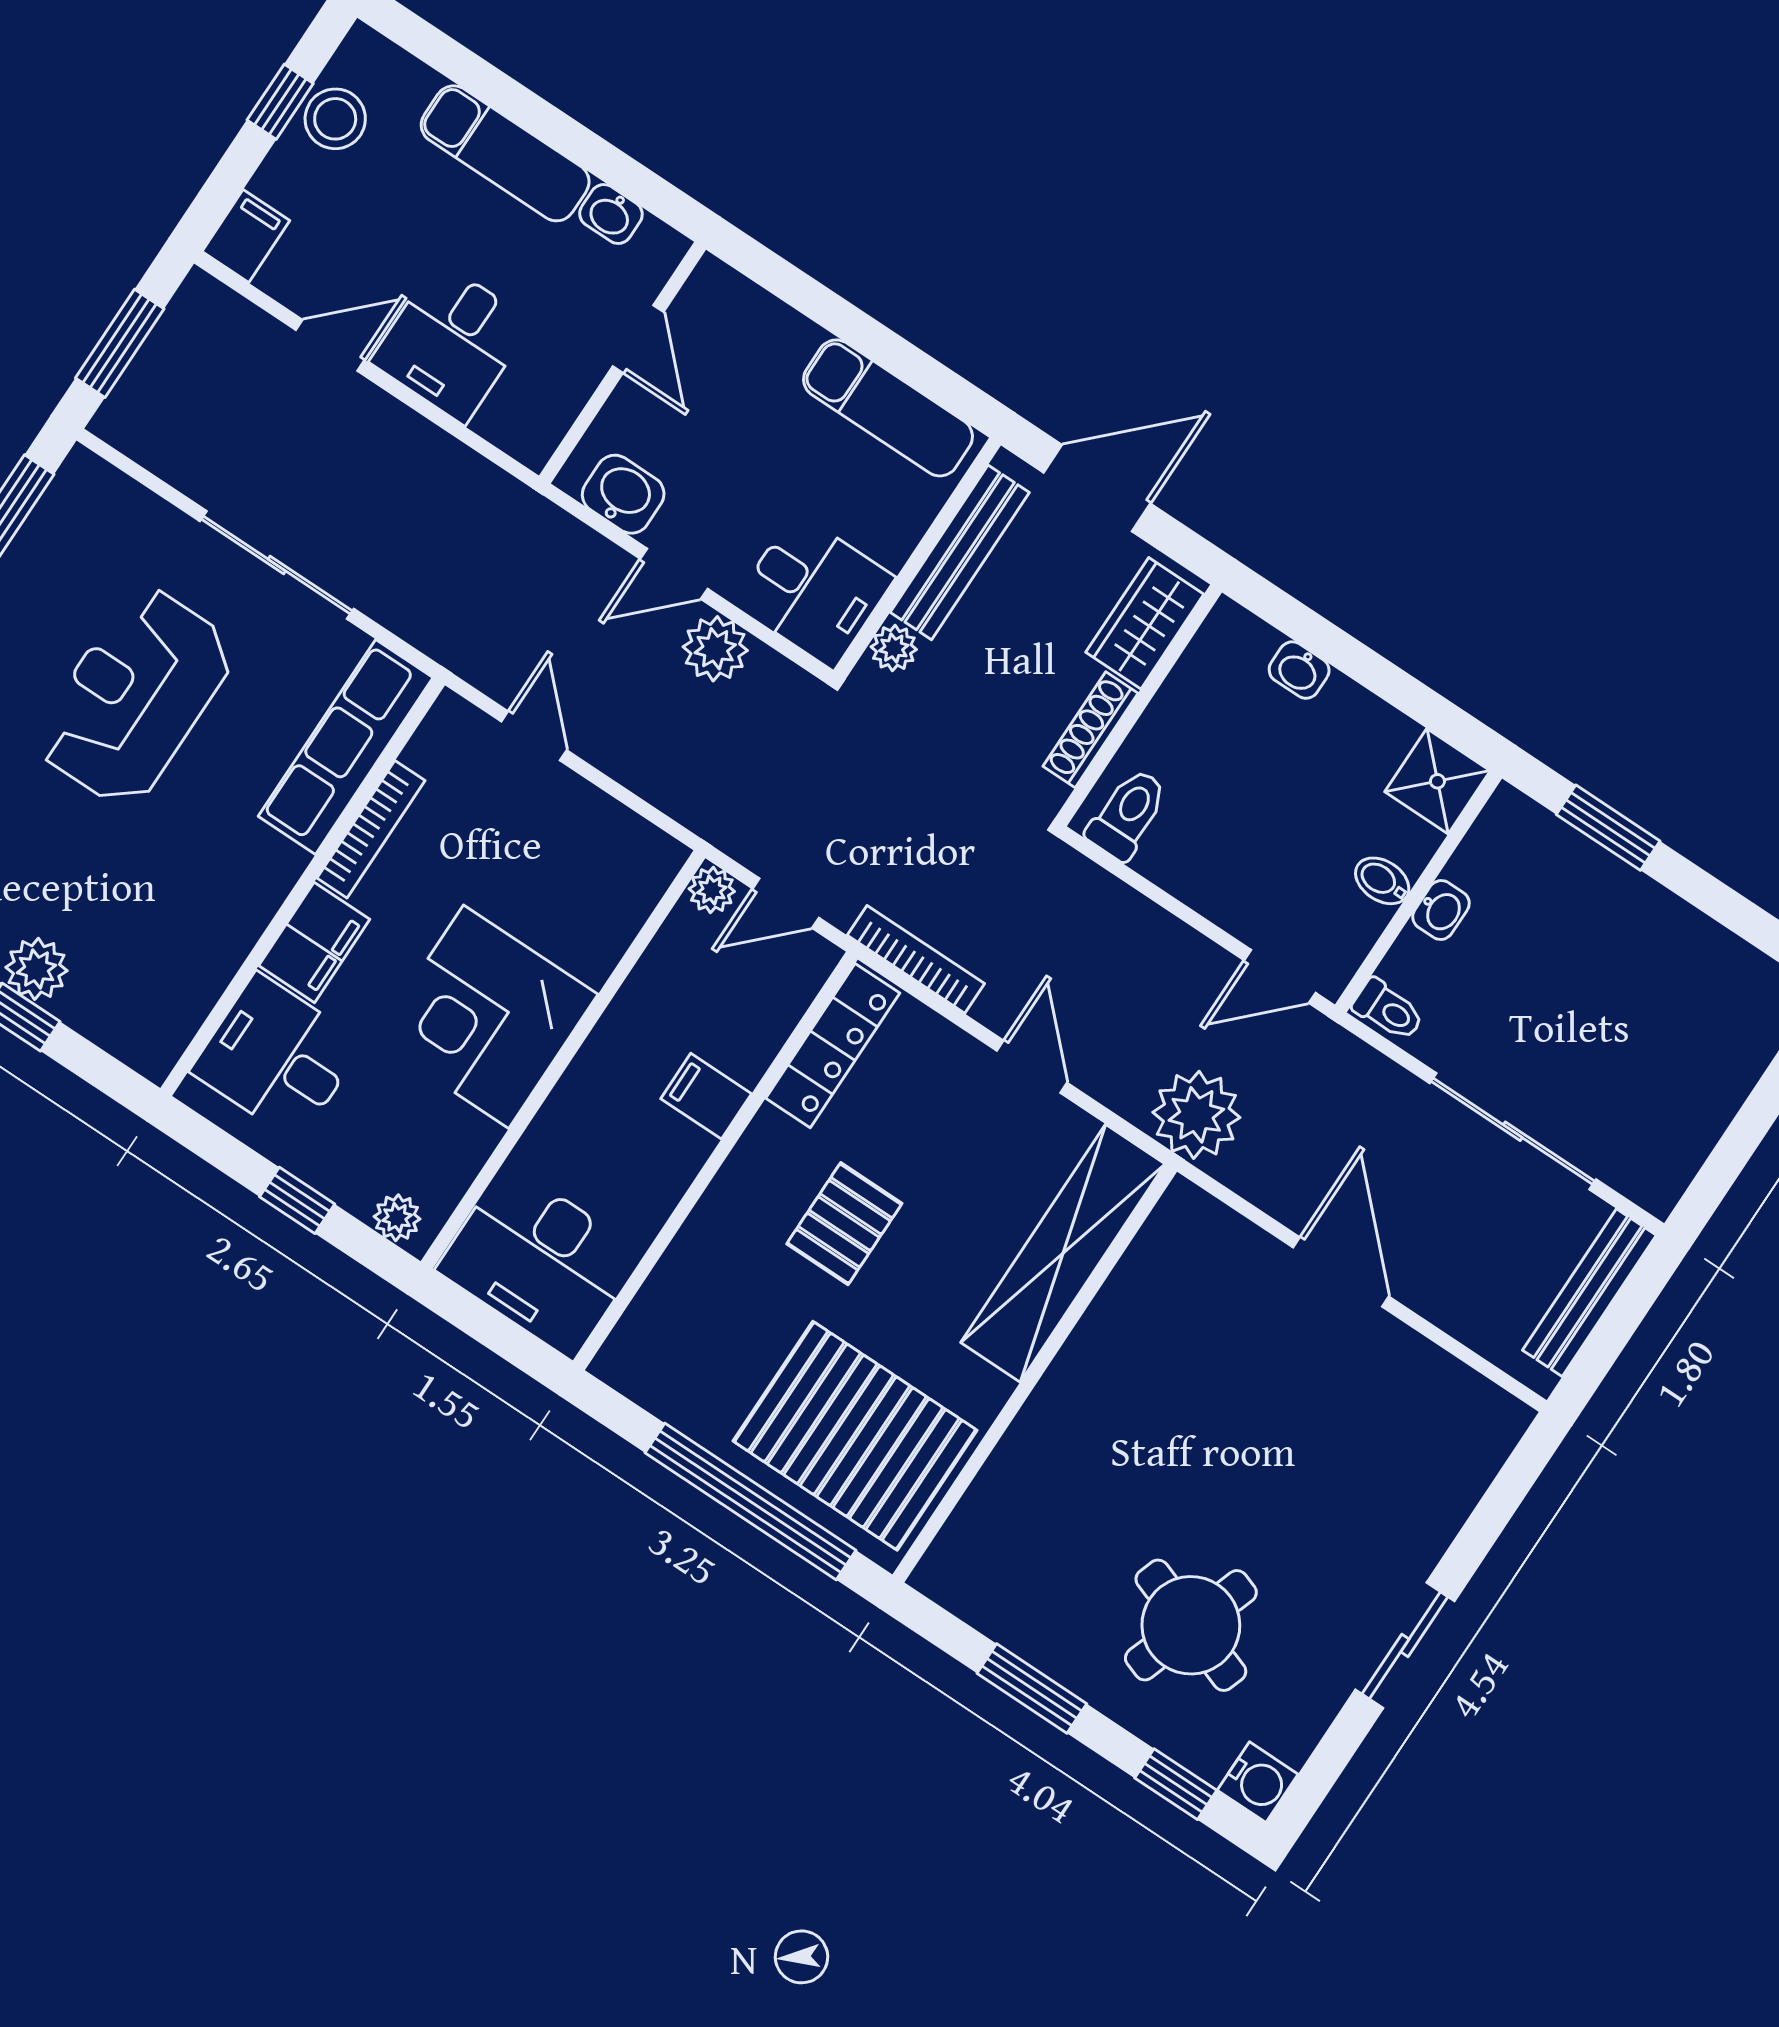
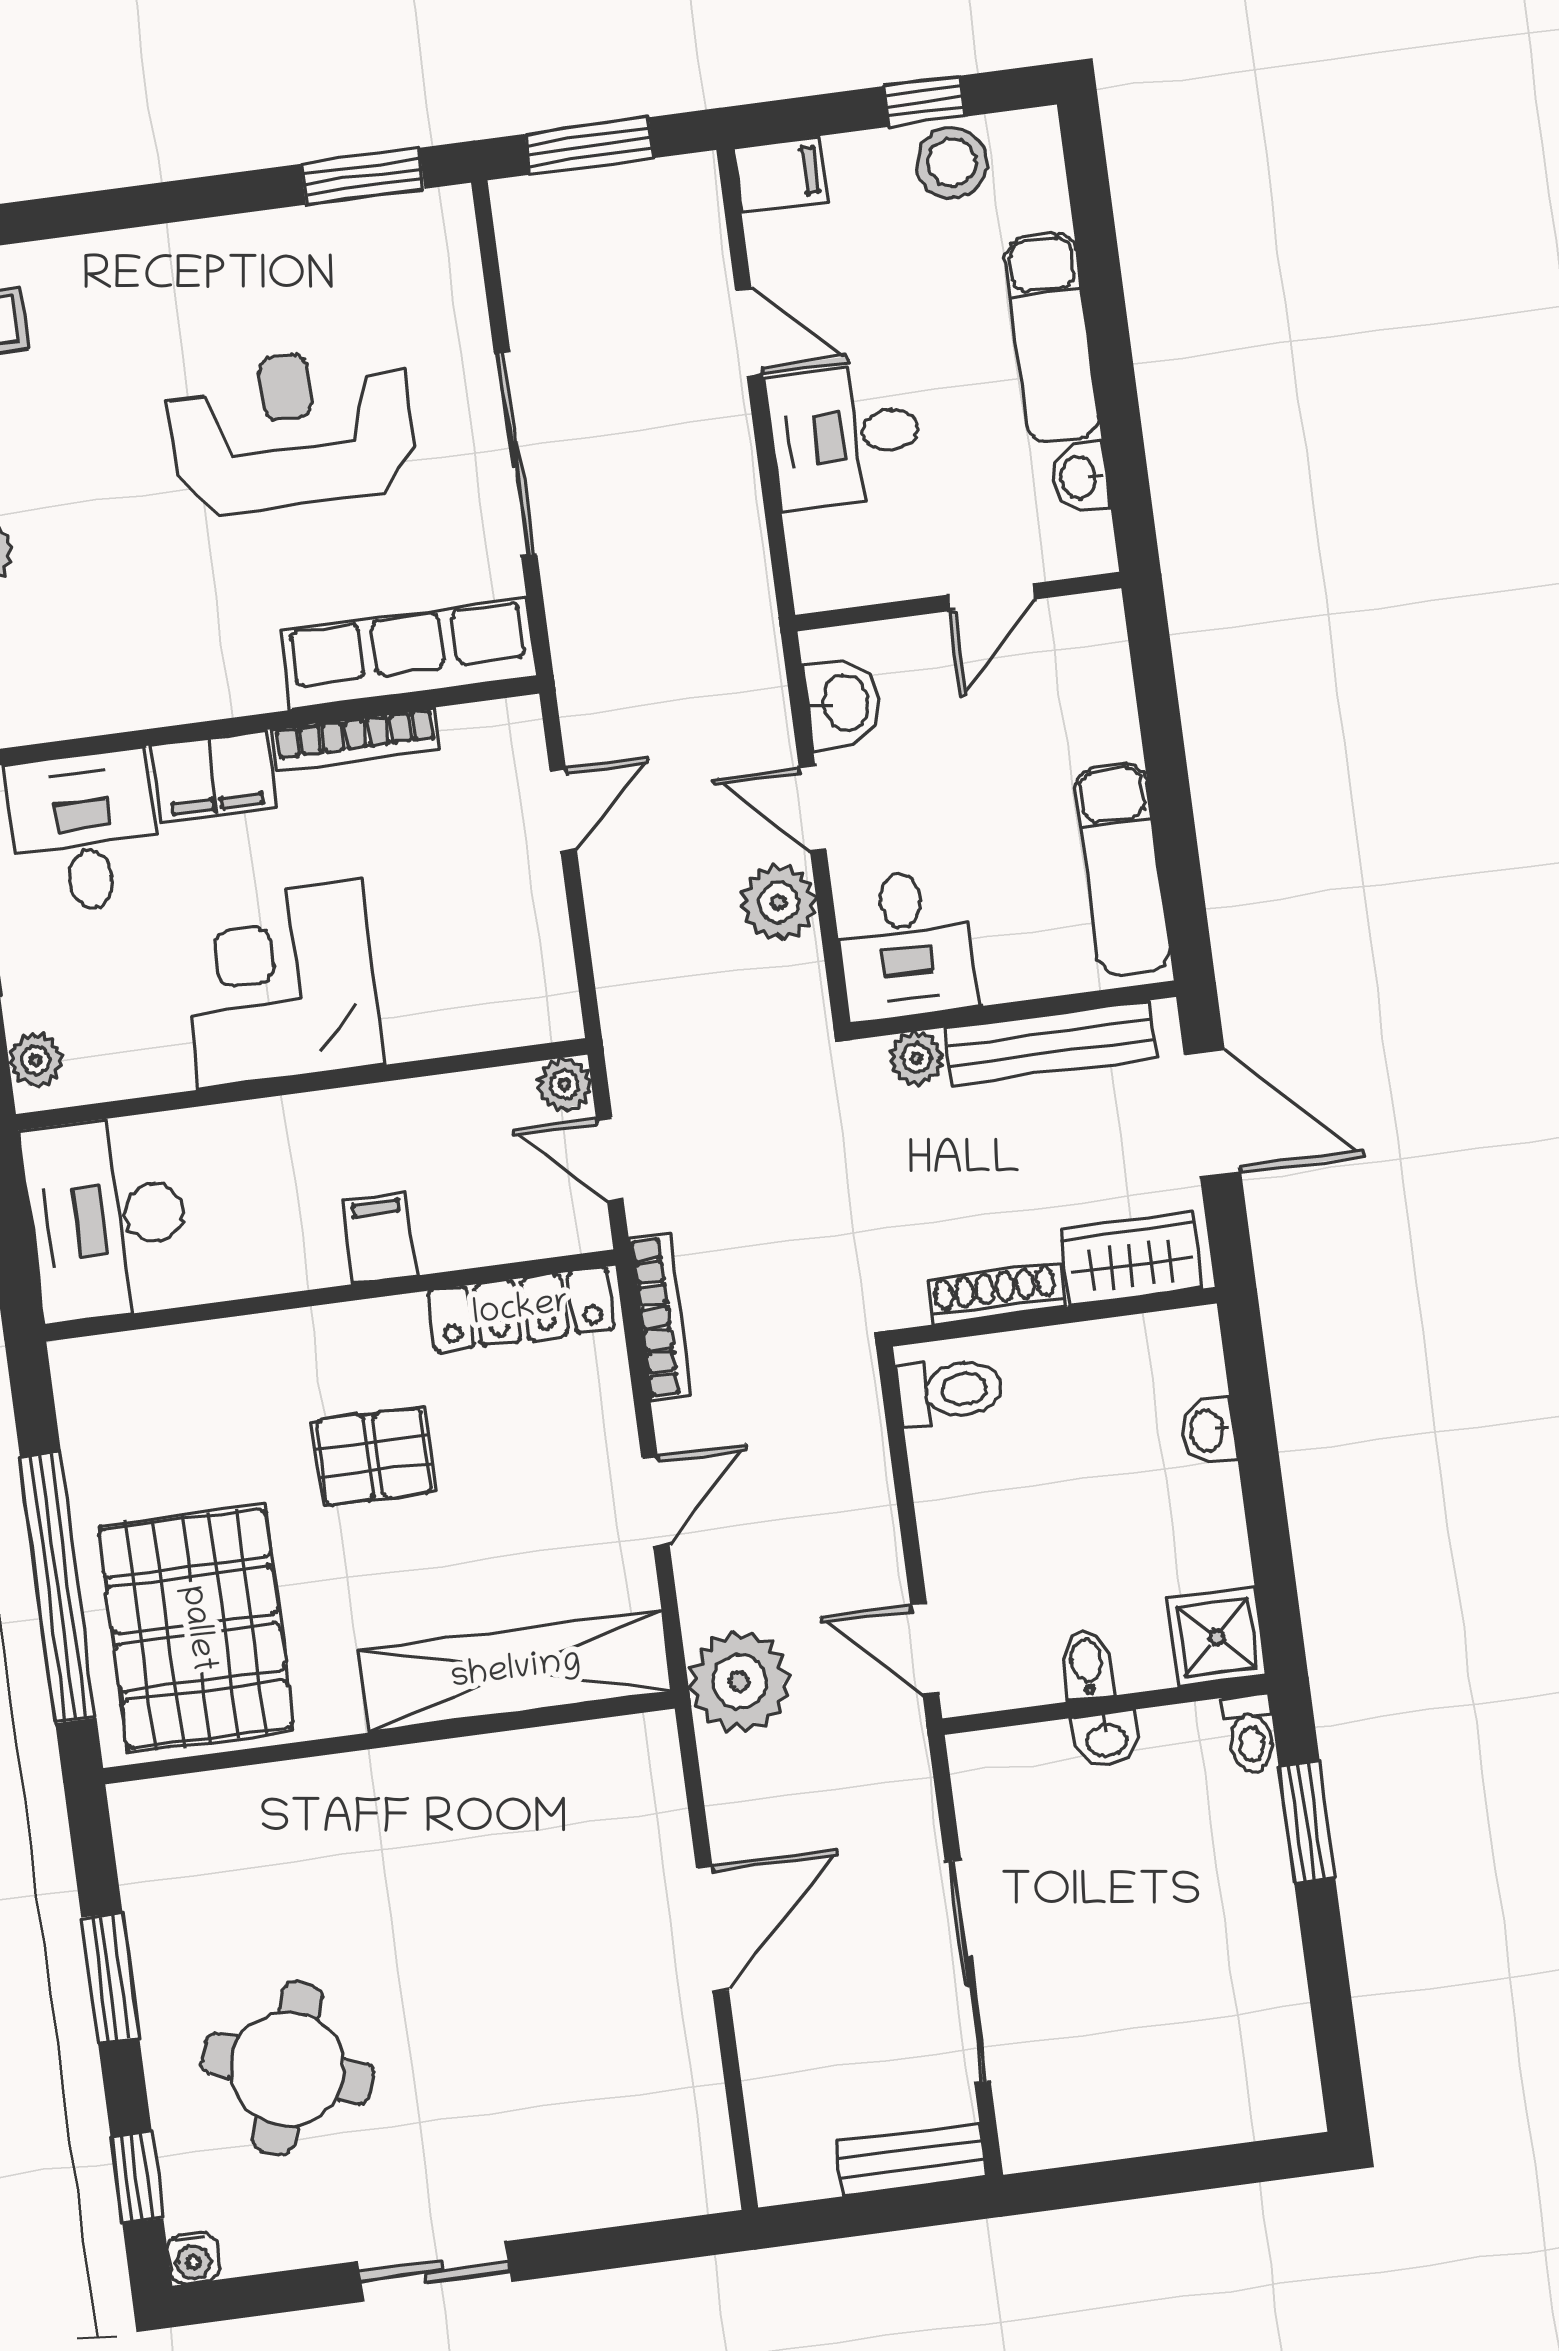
toilet: (1388, 1010) -> (1250, 1733), moved
bench: (1589, 1293) -> (911, 2159), width x0.73
water cooler: (1258, 1782) -> (193, 2258), width x0.72, depth x0.72

